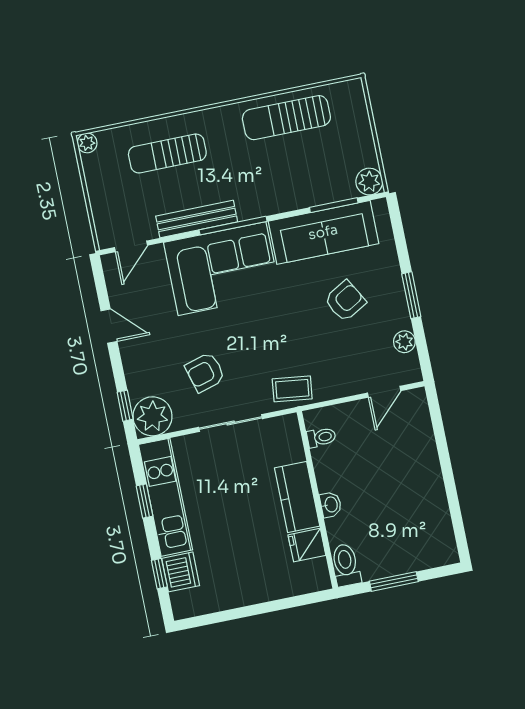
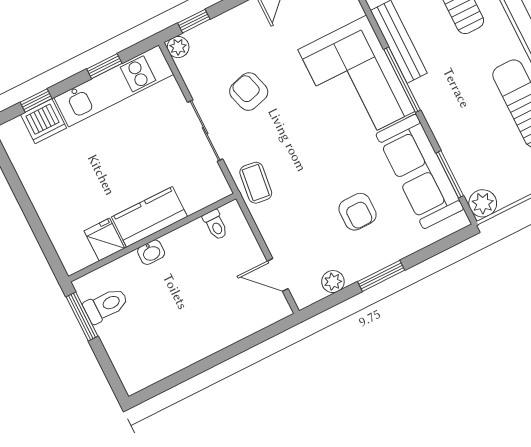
armchair: (345, 301) -> (358, 212), turned 30
plant: (152, 416) -> (178, 47), width x0.53, depth x0.53
toilet: (346, 565) -> (106, 305), moved
window: (394, 581) -> (82, 316), moved

